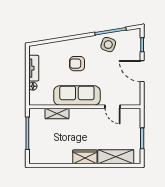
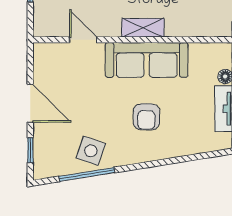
armchair: (77, 64) -> (146, 117), turned 90
shelving: (57, 114) -> (143, 28), moved

